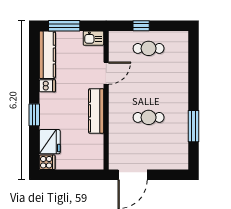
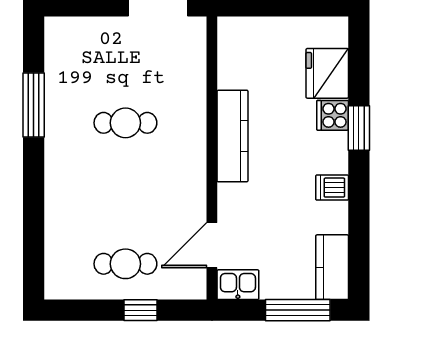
kitchen counter: (47, 55) -> (332, 267), width x0.67
door: (106, 73) -> (212, 245), moved
cooker: (47, 162) -> (333, 115), moved

